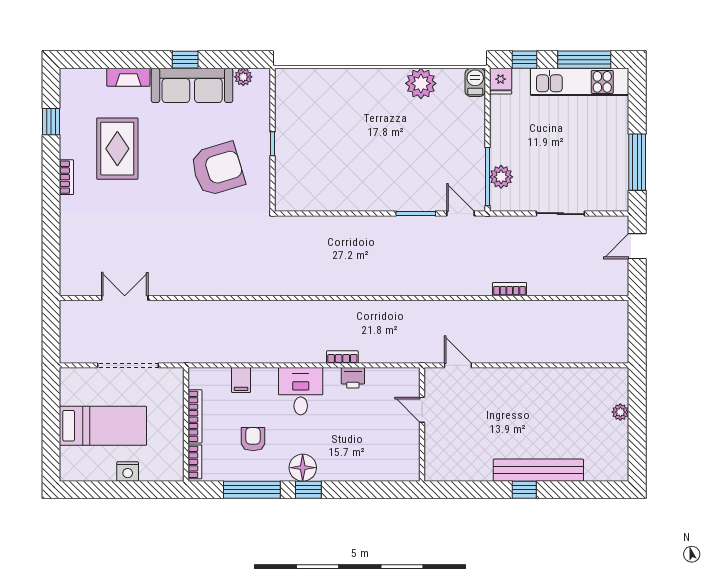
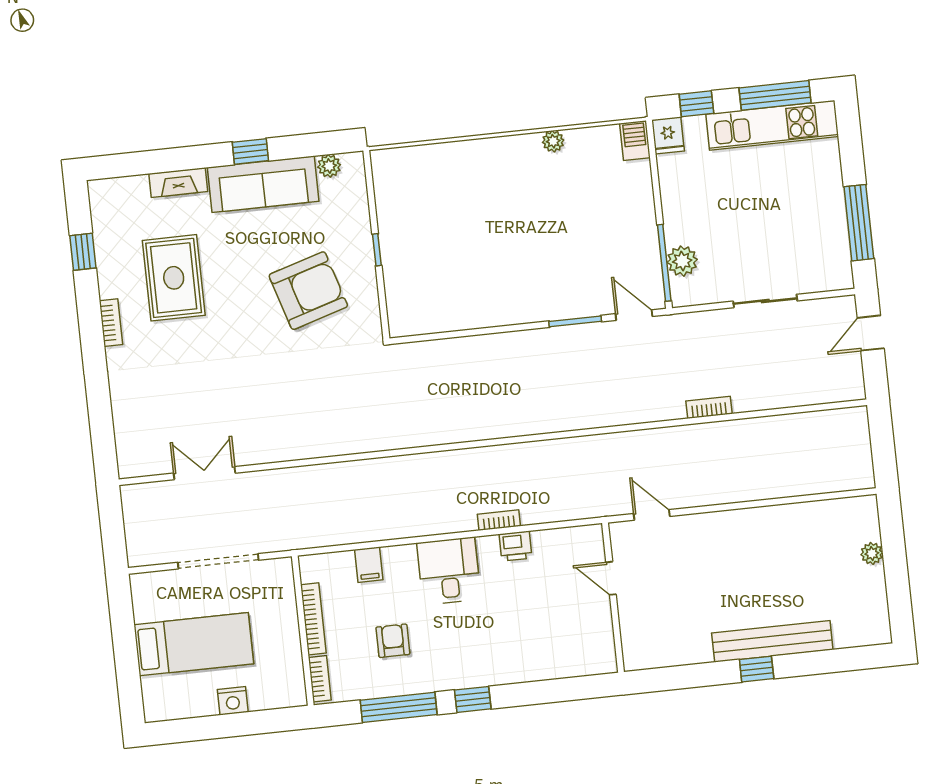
plant: (421, 83) -> (553, 141), width x0.53, depth x0.53
floor lamp: (303, 468) -> (462, 671), removed

